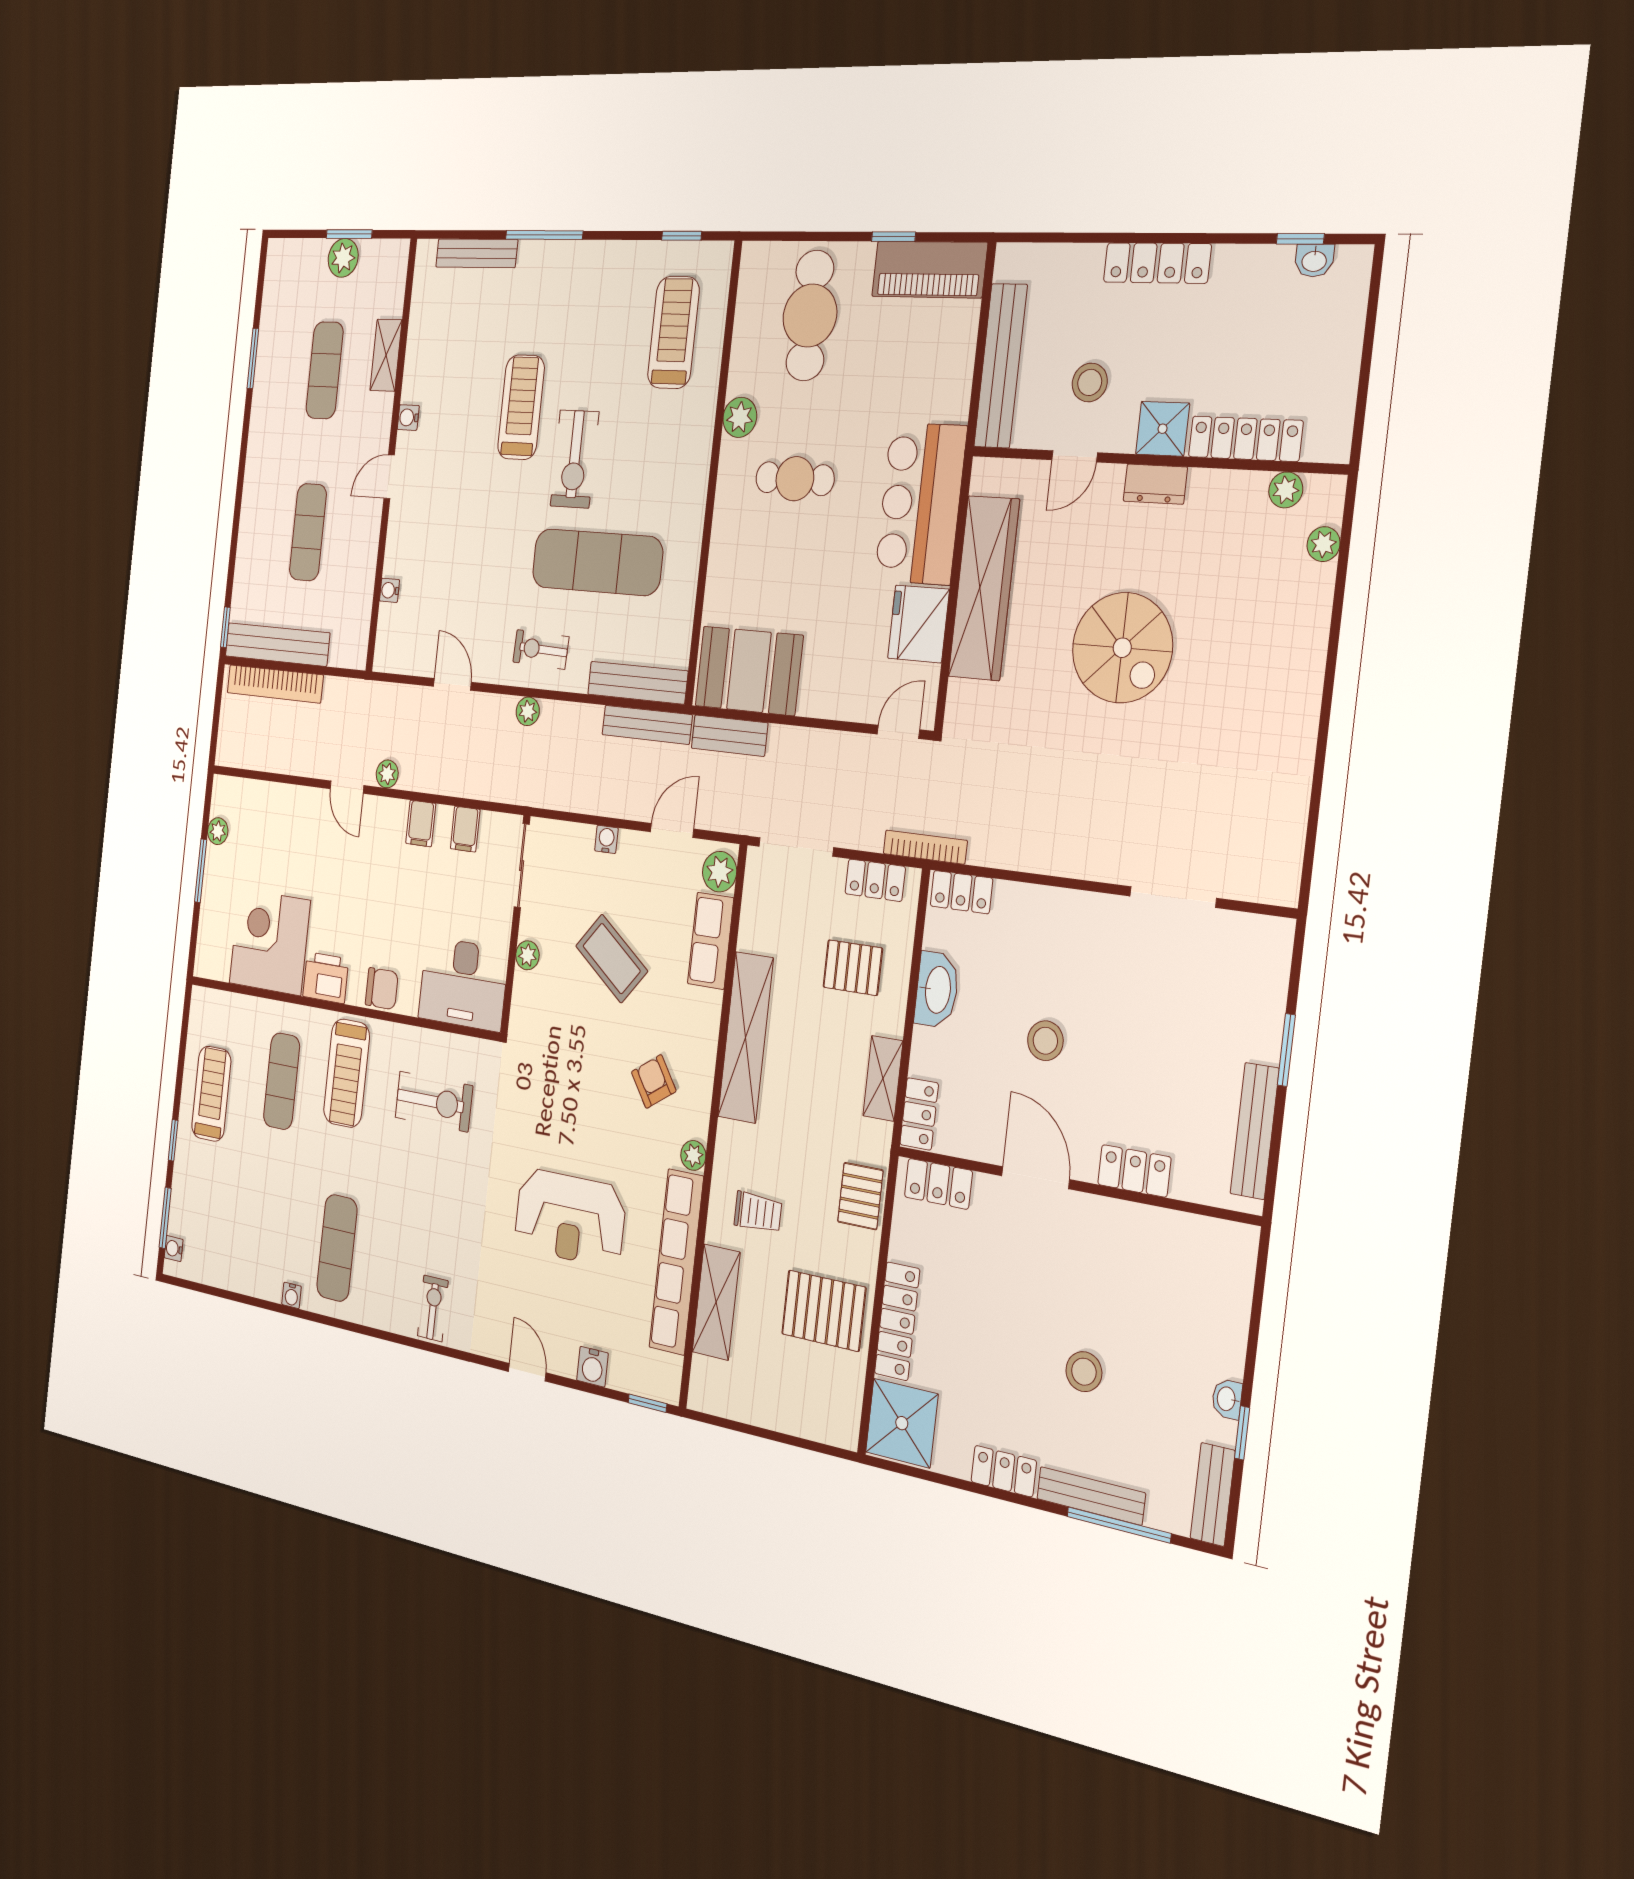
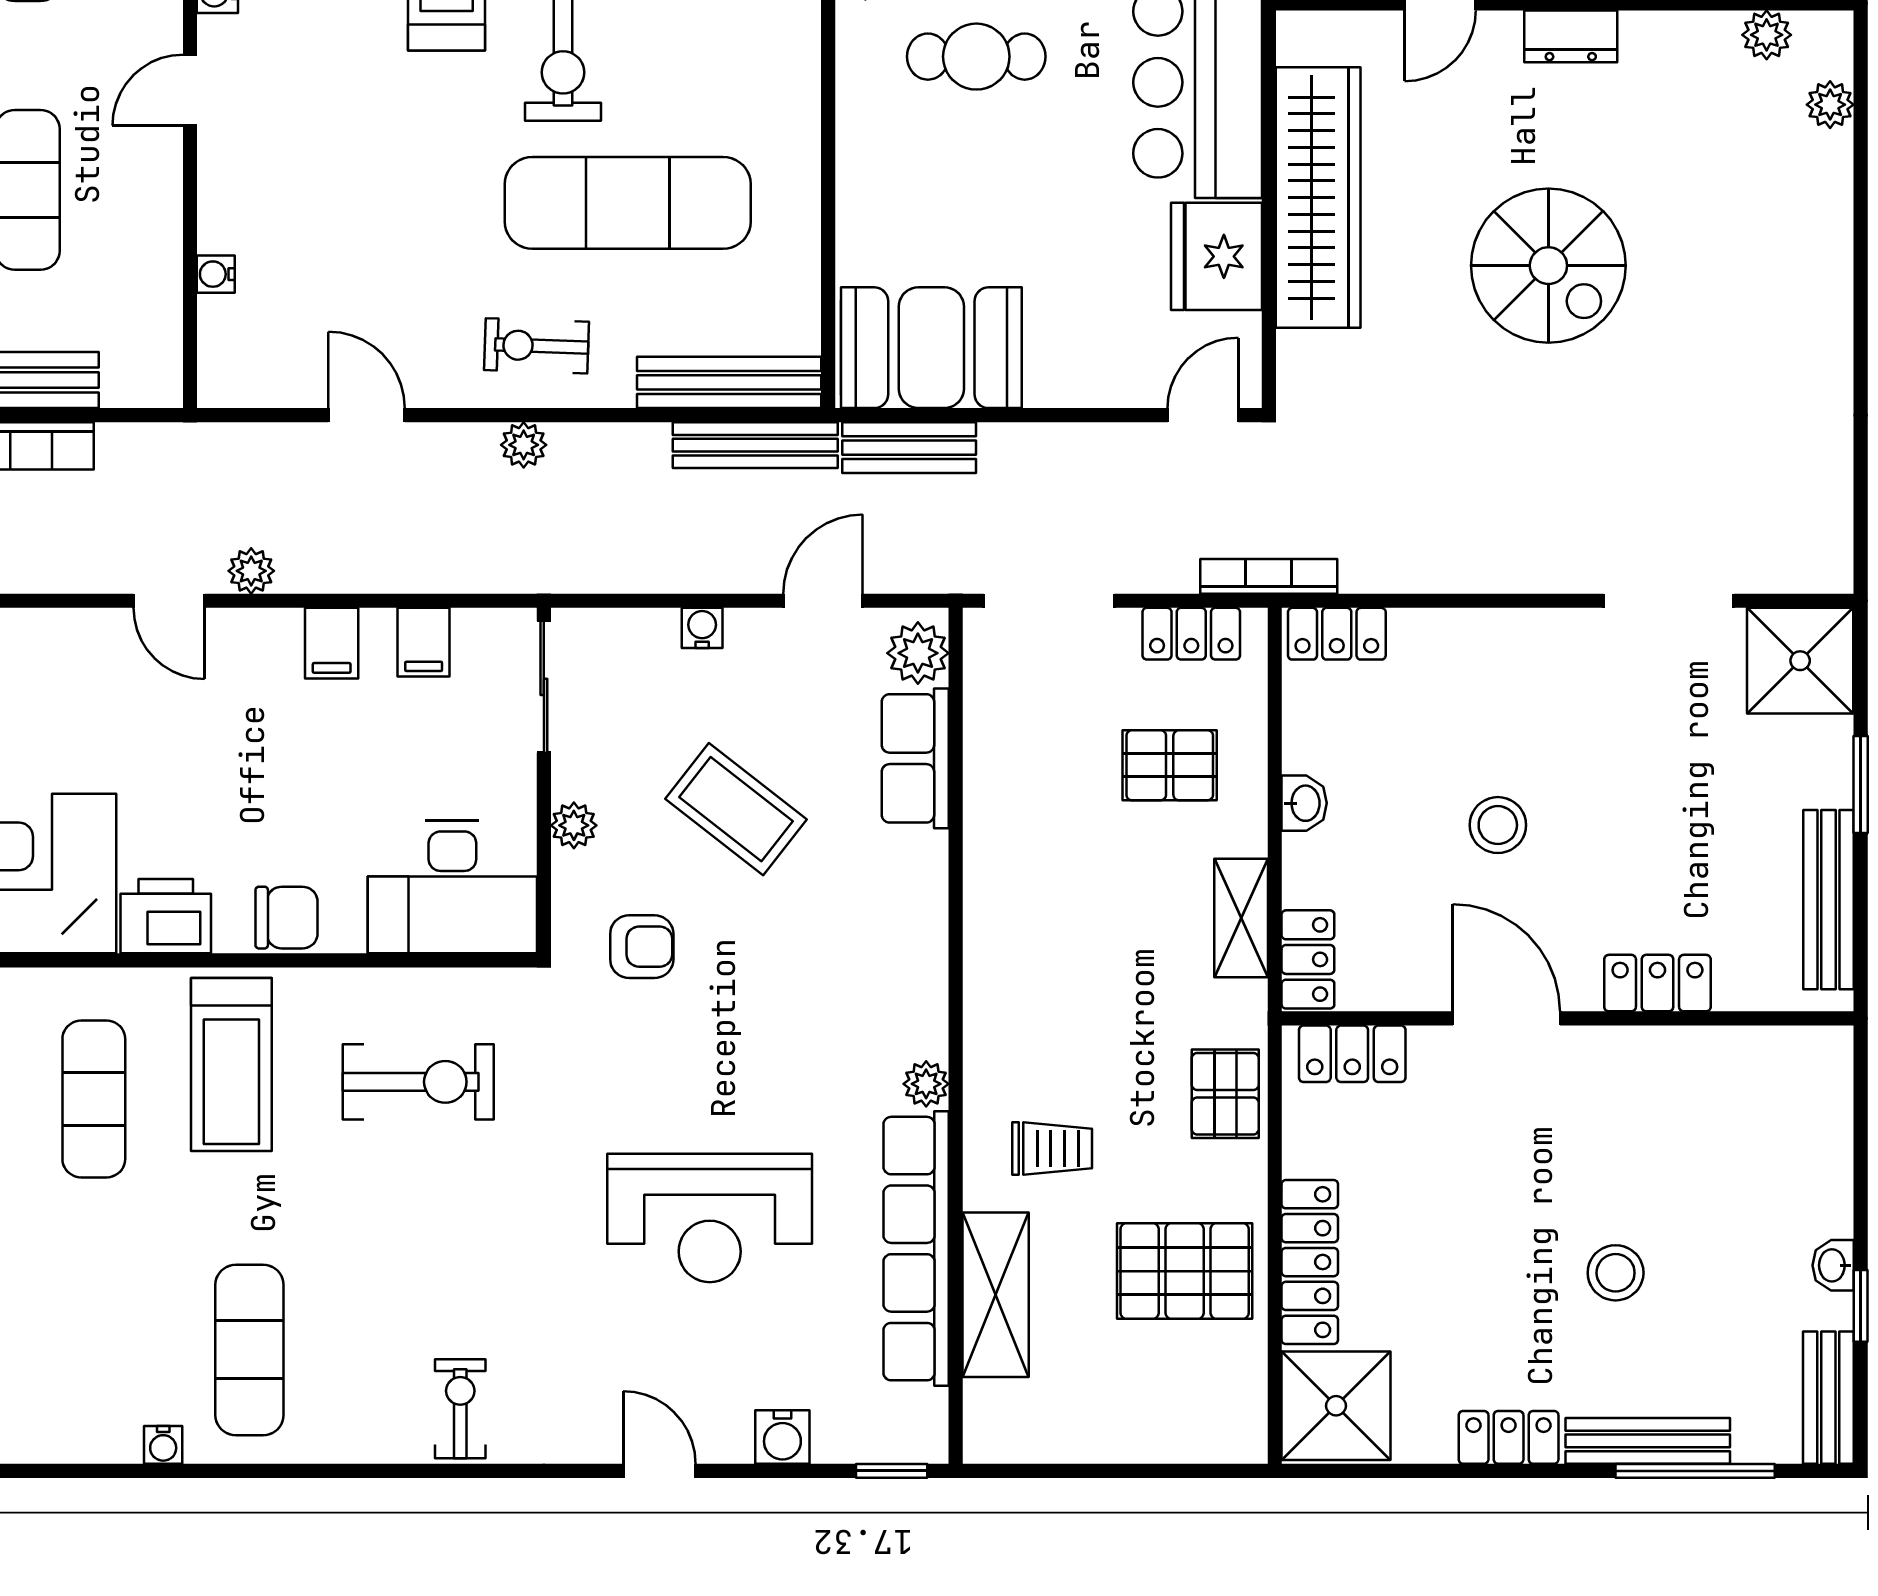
shower: (1256, 953) -> (1800, 661), added
washbasin: (937, 990) -> (1304, 803), width x0.52, depth x0.69
shelving: (746, 1037) -> (997, 894), removed
armchair: (654, 1081) -> (642, 947), moved, turned 124

